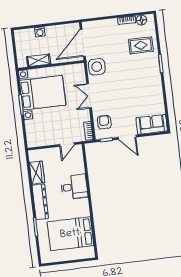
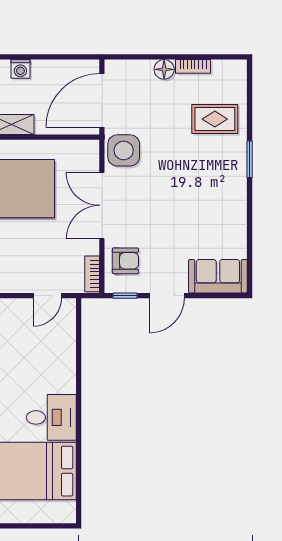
floor lamp: (141, 20) -> (164, 69), moved
double door: (89, 96) -> (102, 205), width x1.37
armchair: (104, 122) -> (125, 261), turned 90
door: (127, 137) -> (167, 296), hinge flipped
desk: (74, 187) -> (51, 417), moved

